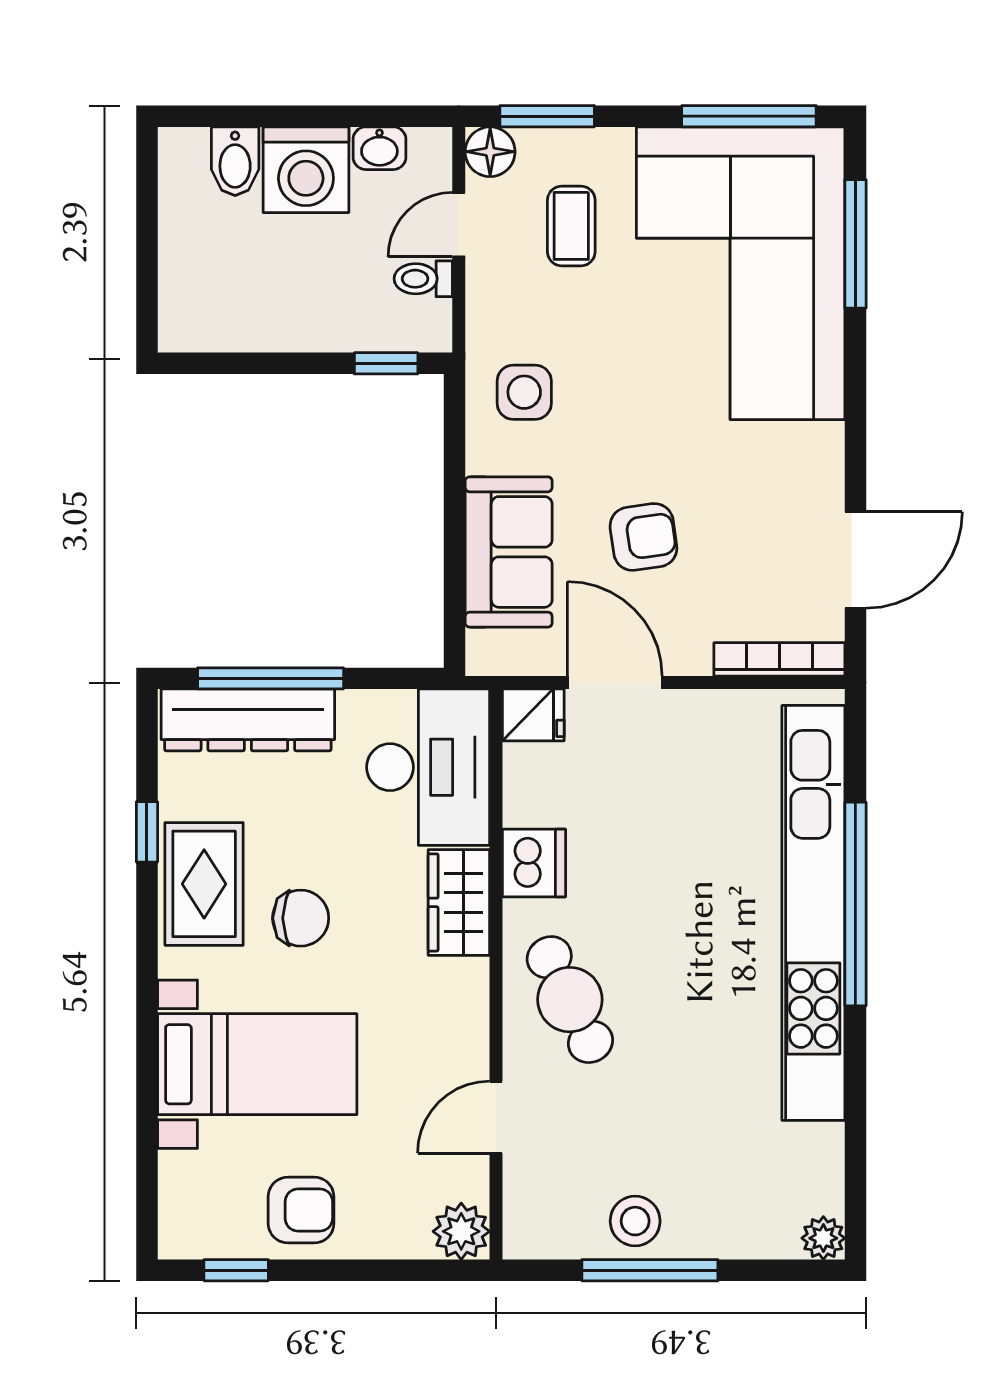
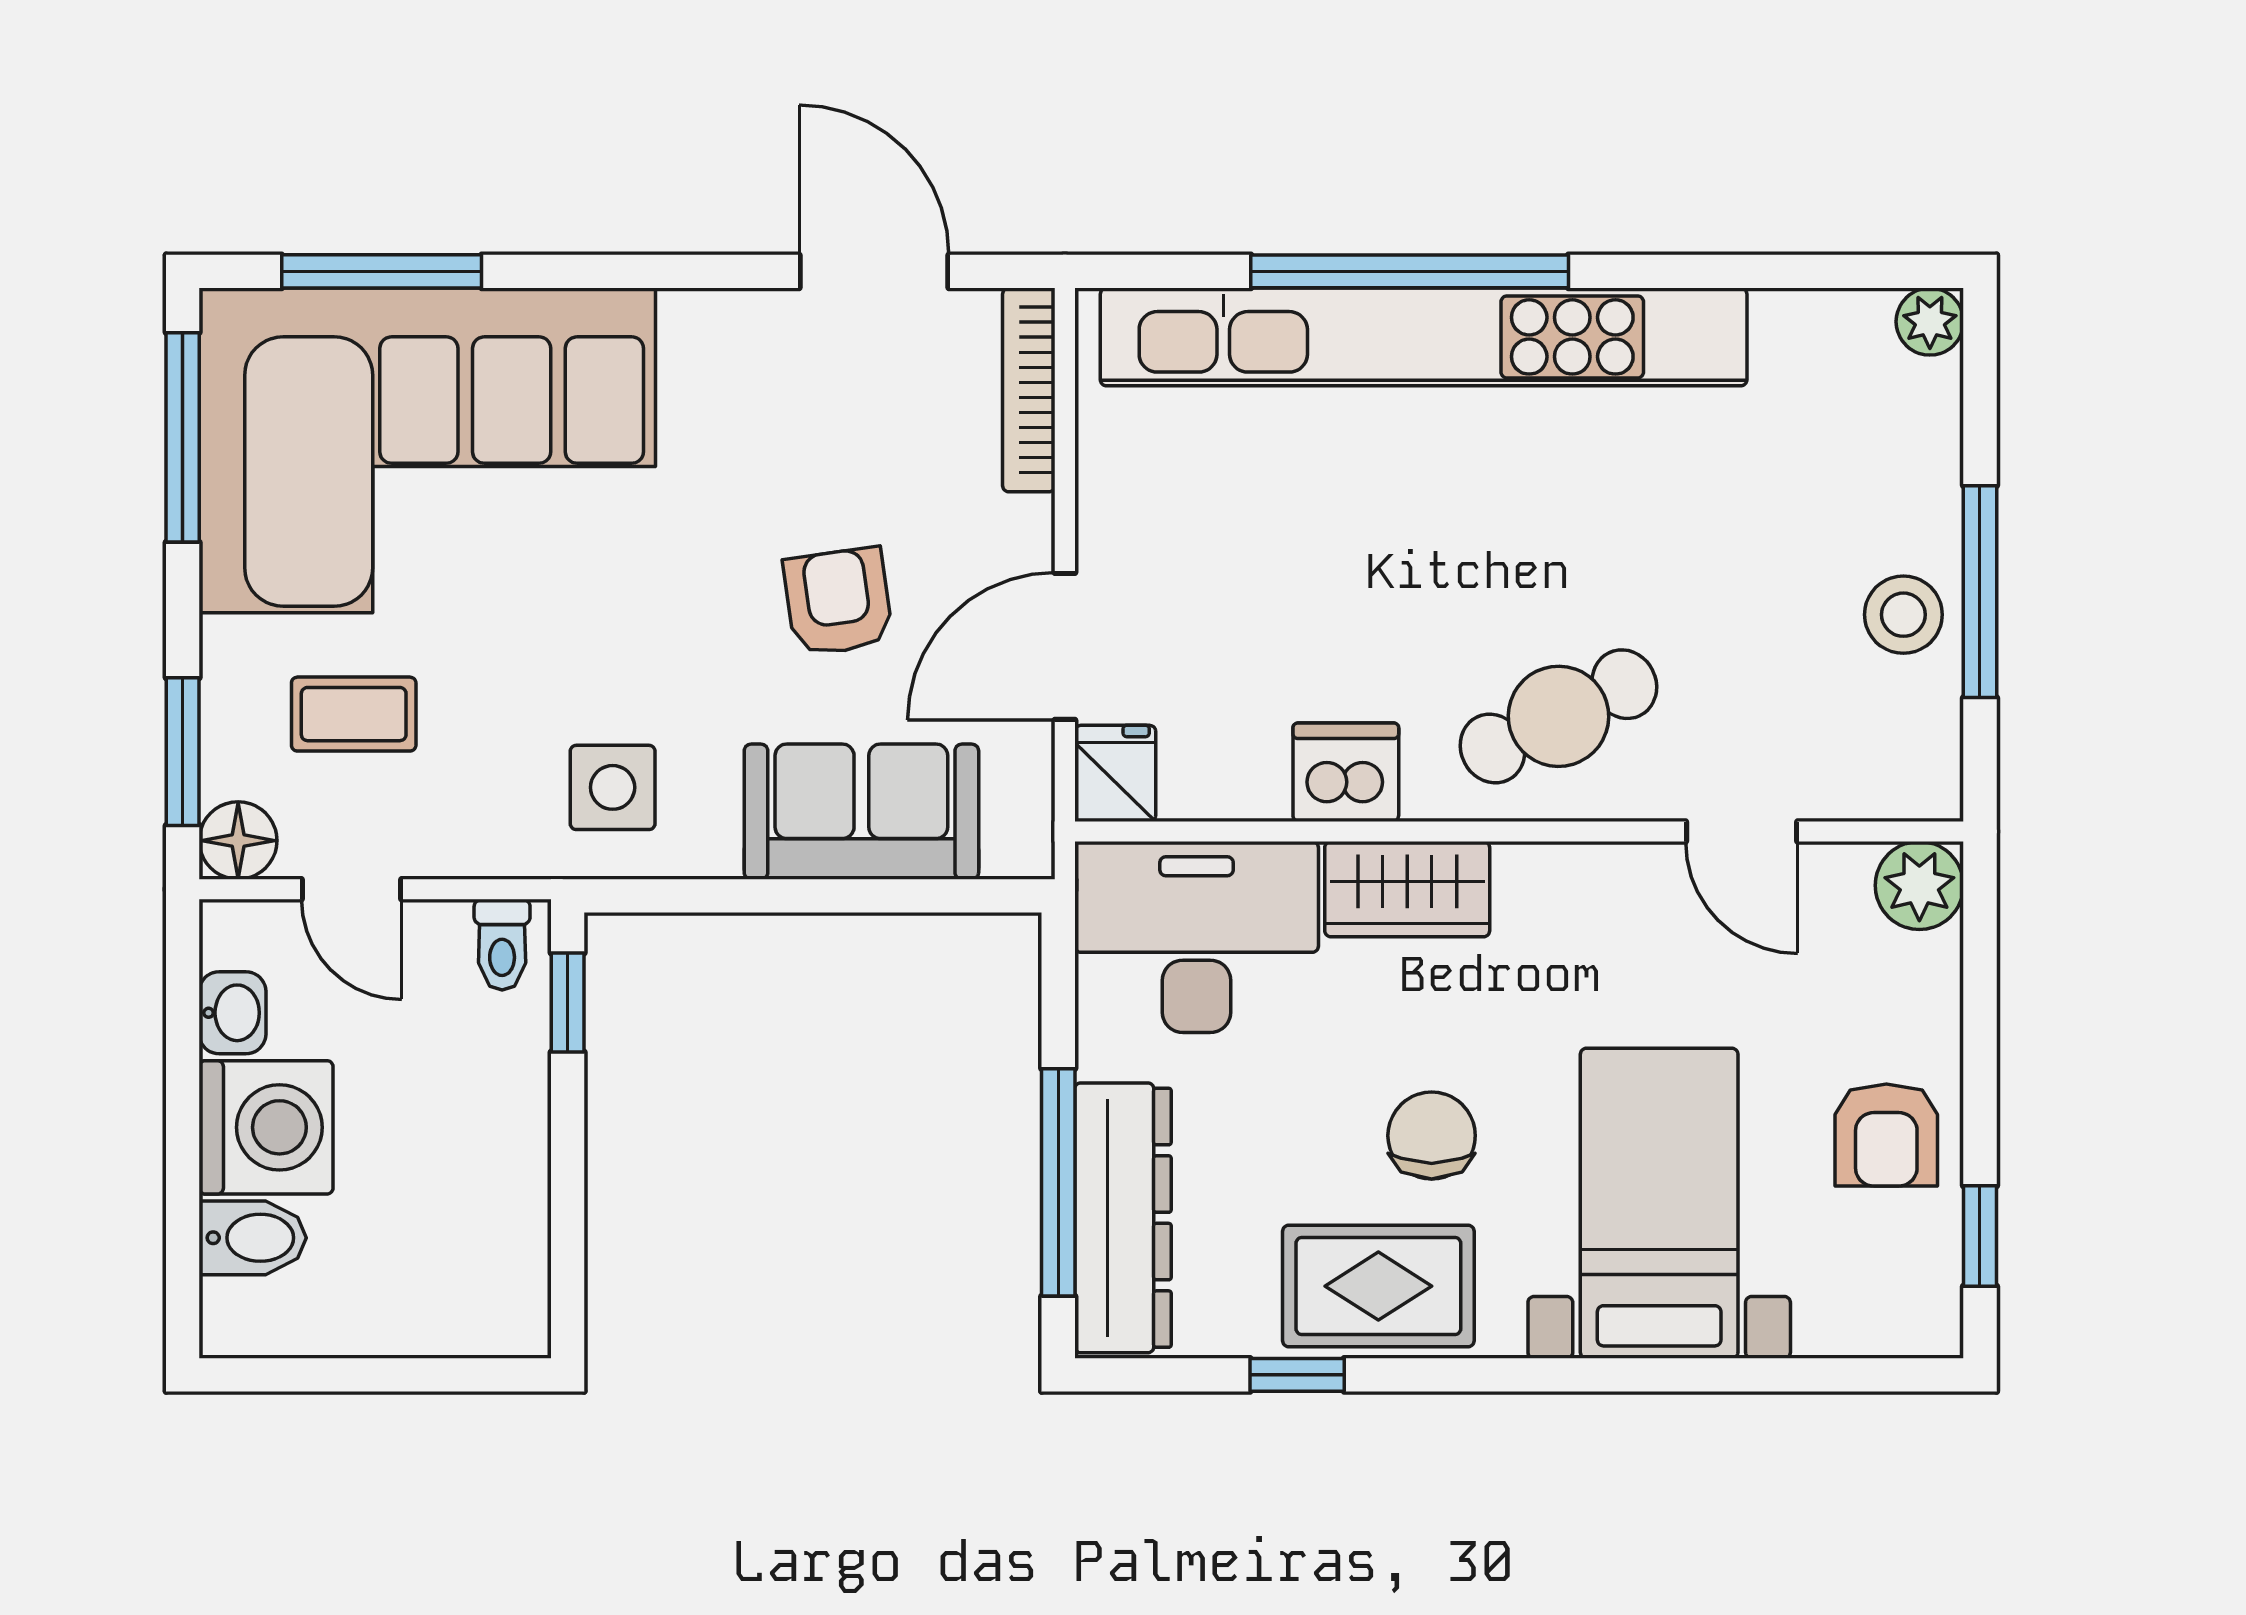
toilet: (423, 279) -> (502, 945), moved
armchair: (301, 1210) -> (1886, 1135), turned 180

